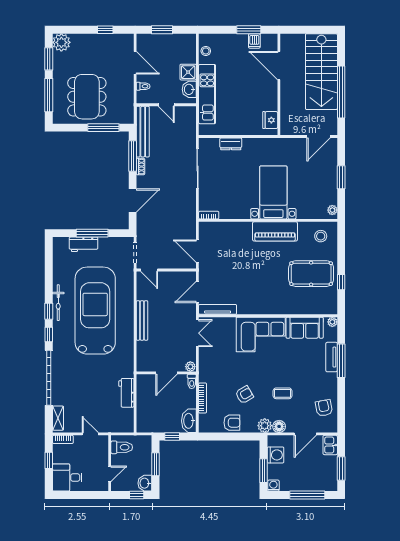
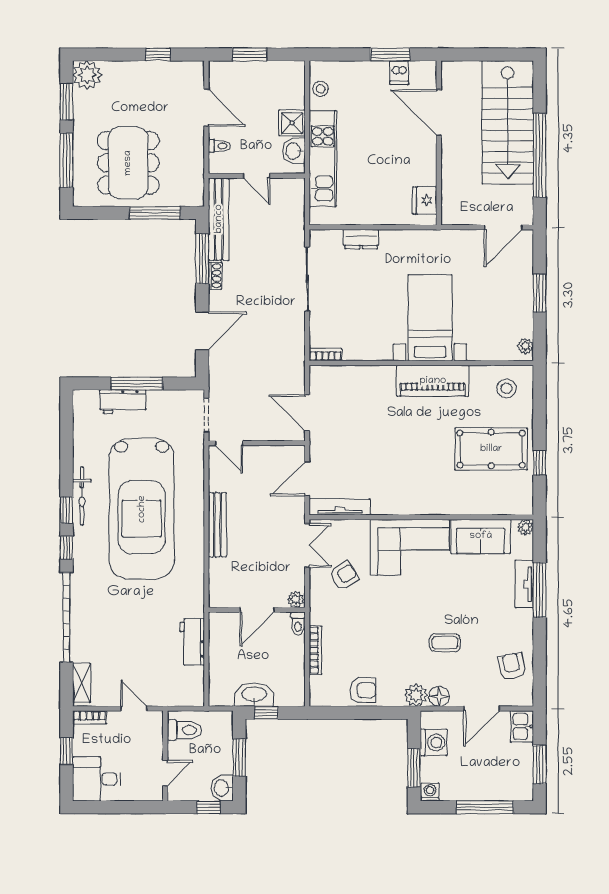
car: (95, 311) -> (142, 509), turned 180
armchair: (244, 395) -> (344, 575), moved
washbasin: (189, 421) -> (254, 695), moved, turned 90

